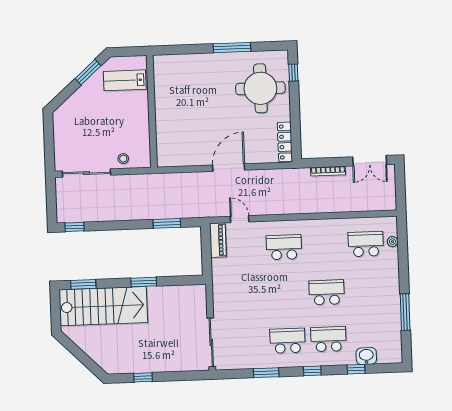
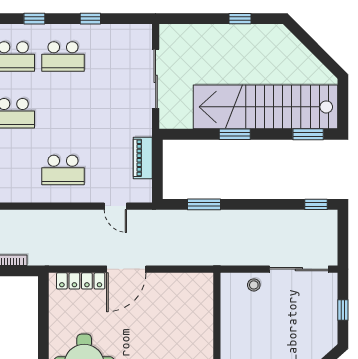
window: (49, 141) -> (343, 310), added
locker: (285, 142) -> (81, 281), moved, turned 90
piano: (218, 240) -> (143, 158), moved
stairs: (103, 306) -> (266, 107), width x1.36
sliding door: (211, 342) -> (156, 79), moved
window: (266, 373) -> (90, 19), width x0.67

